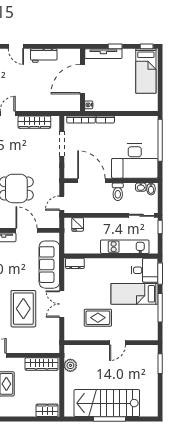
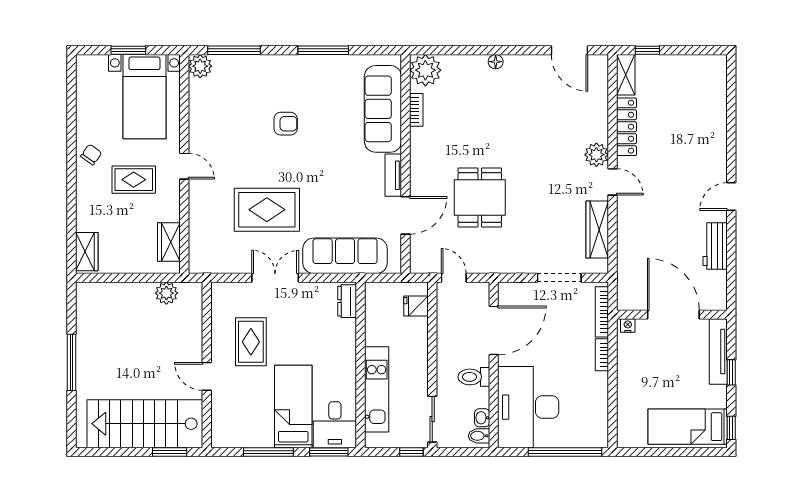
wardrobe: (42, 364) -> (169, 242), width x0.67
stairs: (107, 403) -> (145, 424), moved, turned -90

